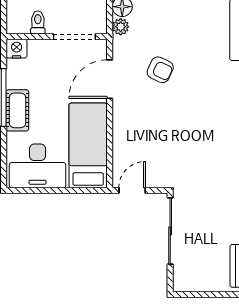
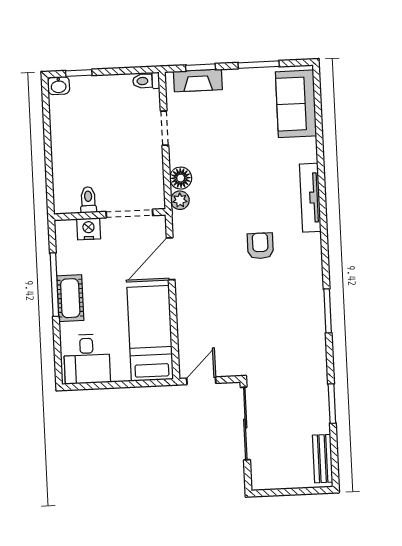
nightstand: (17, 49) -> (89, 229), moved
armchair: (160, 70) -> (260, 246), moved, turned -115
desk: (38, 166) -> (87, 359), width x0.73

